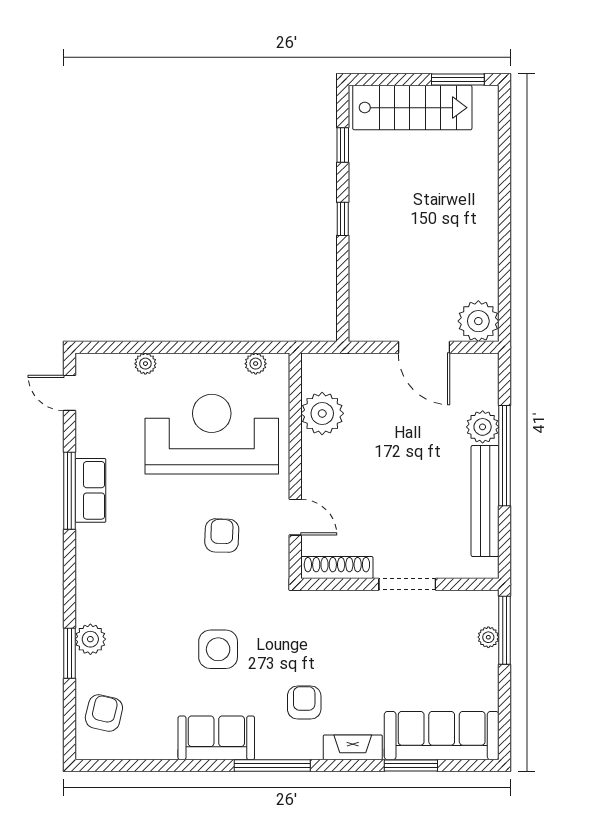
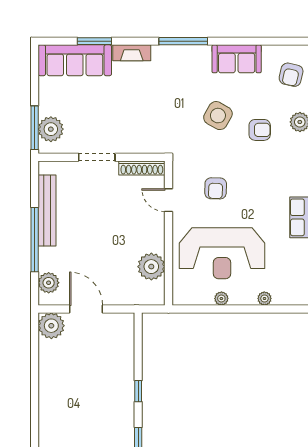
plant: (256, 364) -> (221, 299), moved
plant: (483, 427) -> (49, 283), moved
plant: (488, 637) -> (51, 129), width x1.88, depth x1.88
side table: (218, 649) -> (218, 116), turned 30
armchair: (304, 702) -> (260, 130), moved, turned -90
sofa: (216, 738) -> (237, 59), moved

